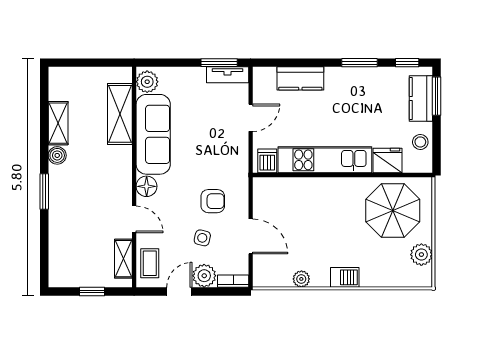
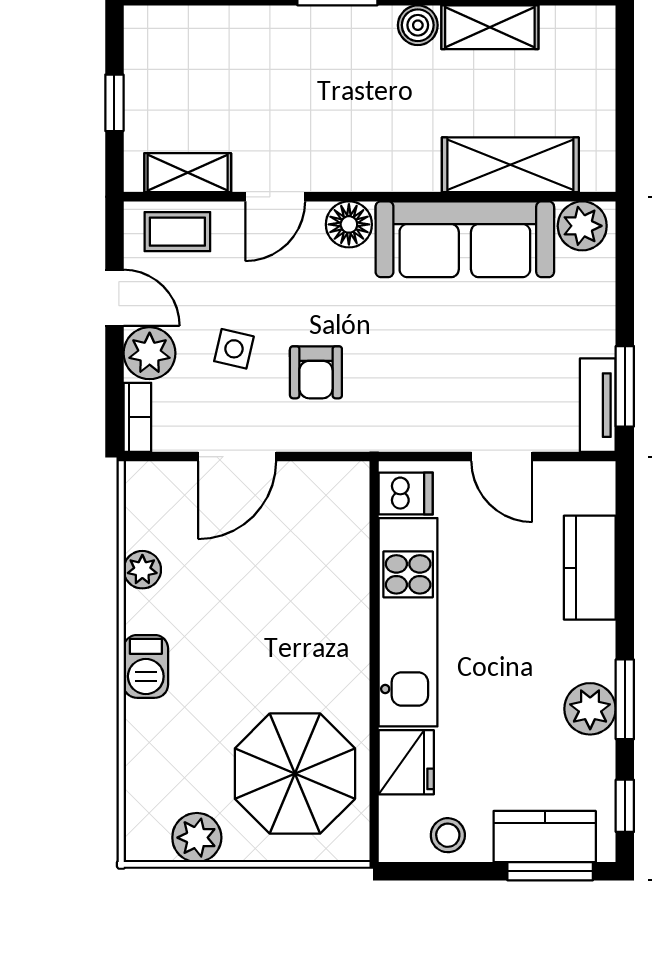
plant: (364, 78) -> (590, 709), added

